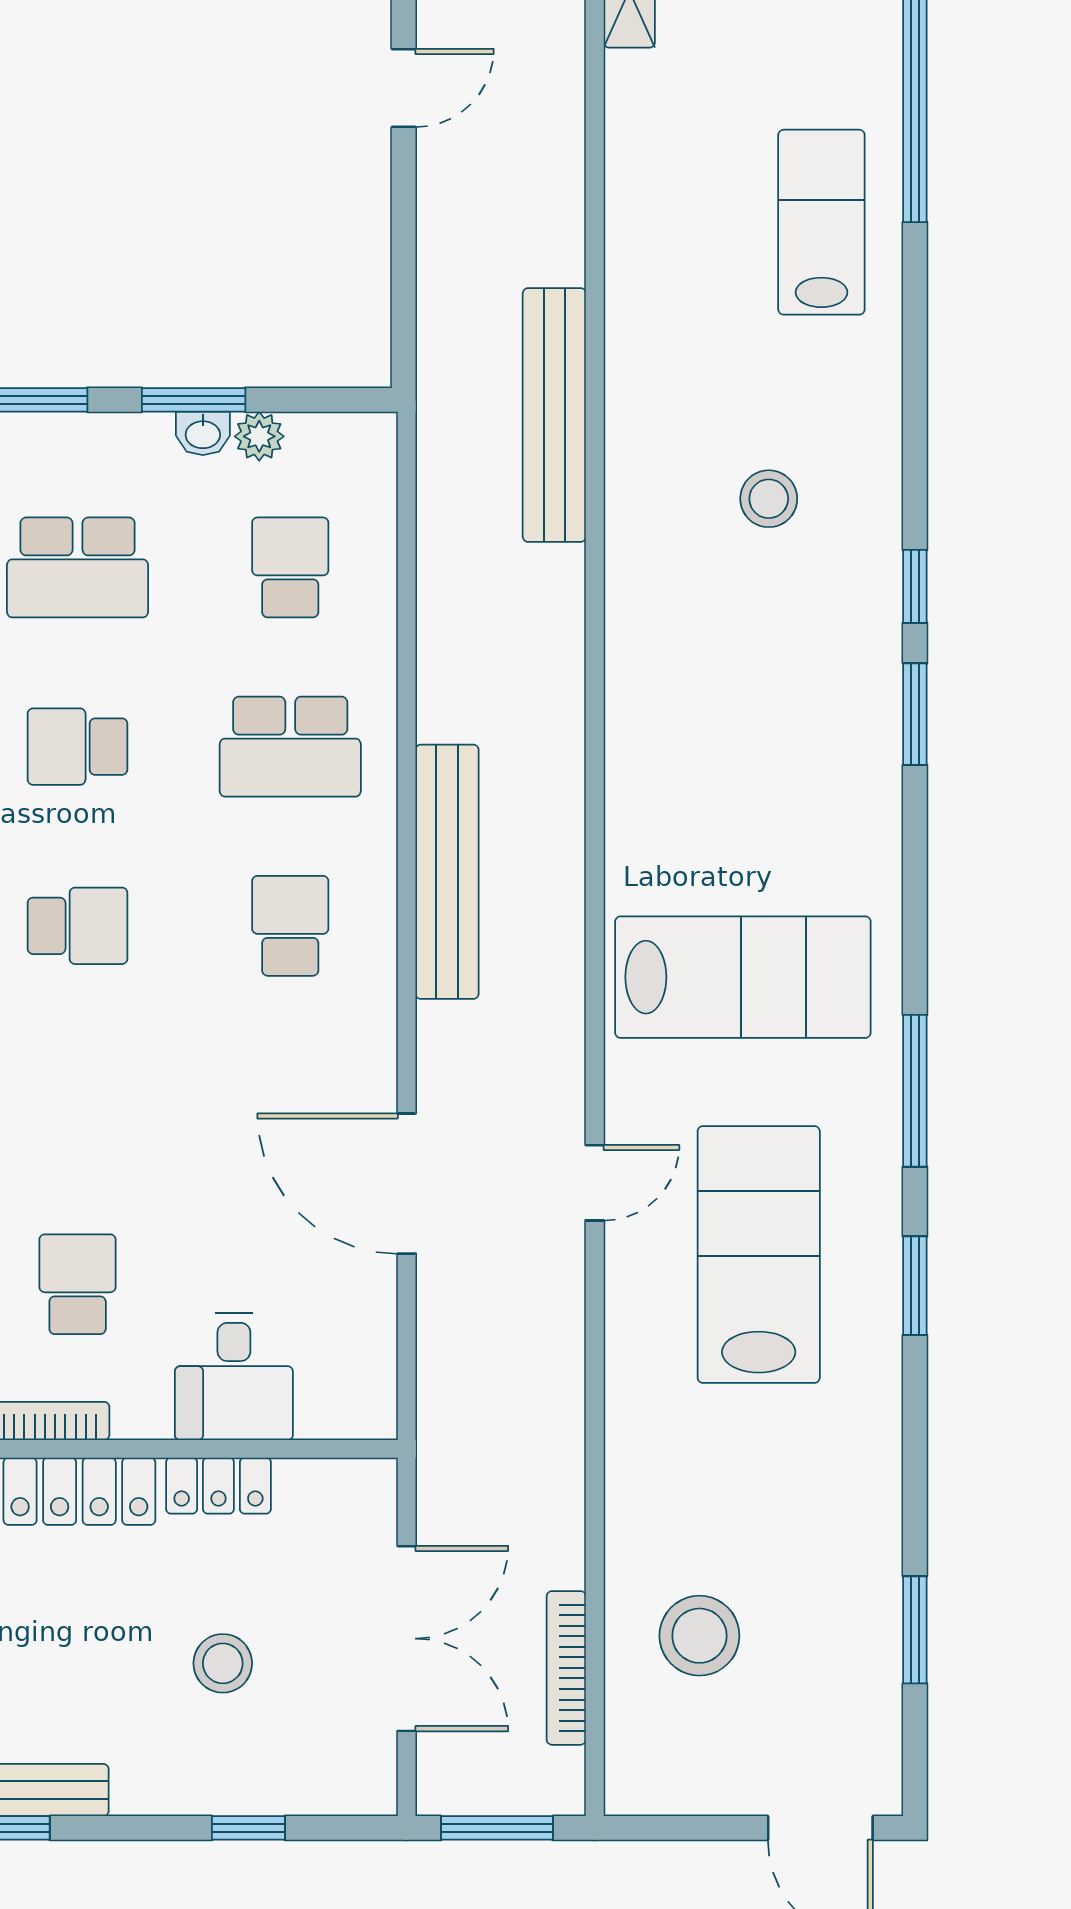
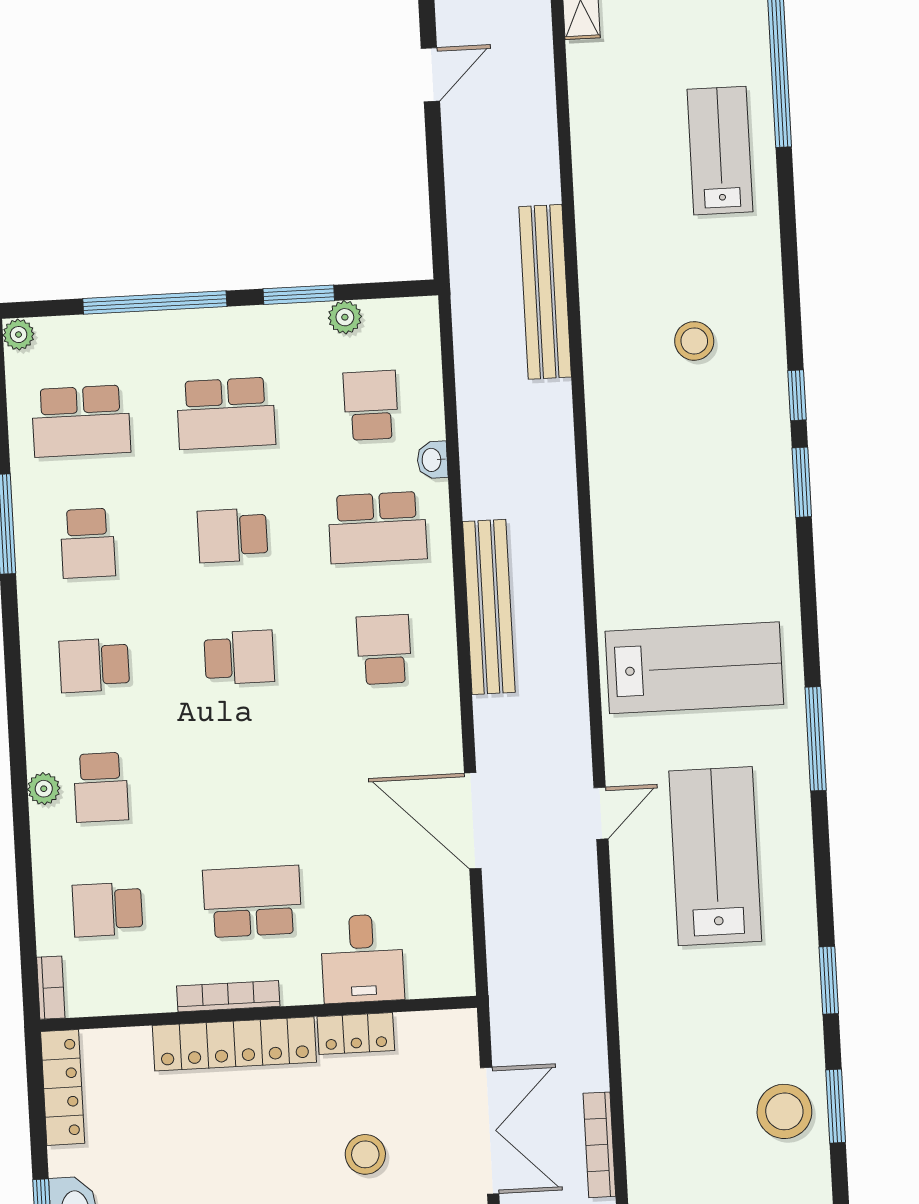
washbasin: (203, 433) -> (432, 460), moved, turned 90
school desk: (78, 1284) -> (252, 902), width x1.85
window: (915, 1286) -> (829, 980), moved
stool: (699, 1636) -> (784, 1111), moved

